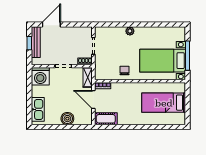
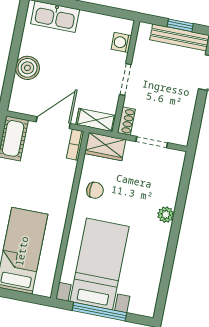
wardrobe: (101, 70) -> (105, 147), added
washing machine: (40, 76) -> (121, 42), width x0.53, depth x0.53

